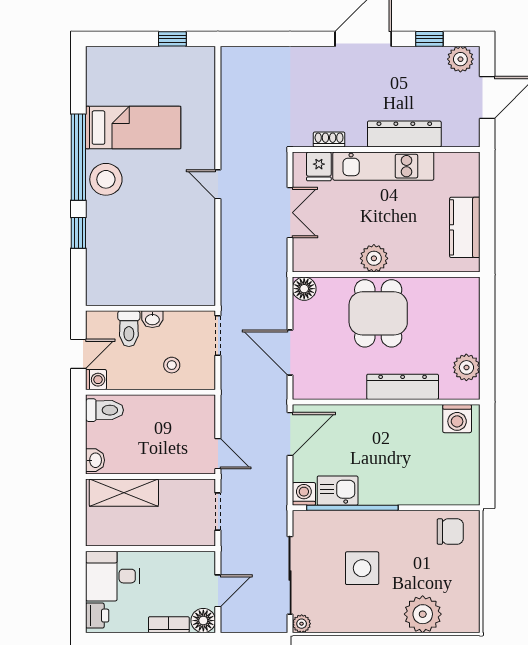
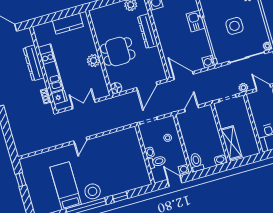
door: (218, 454) -> (191, 108), moved
kitchen sink: (338, 491) -> (195, 21), moved
plant: (230, 550) -> (243, 88), added

